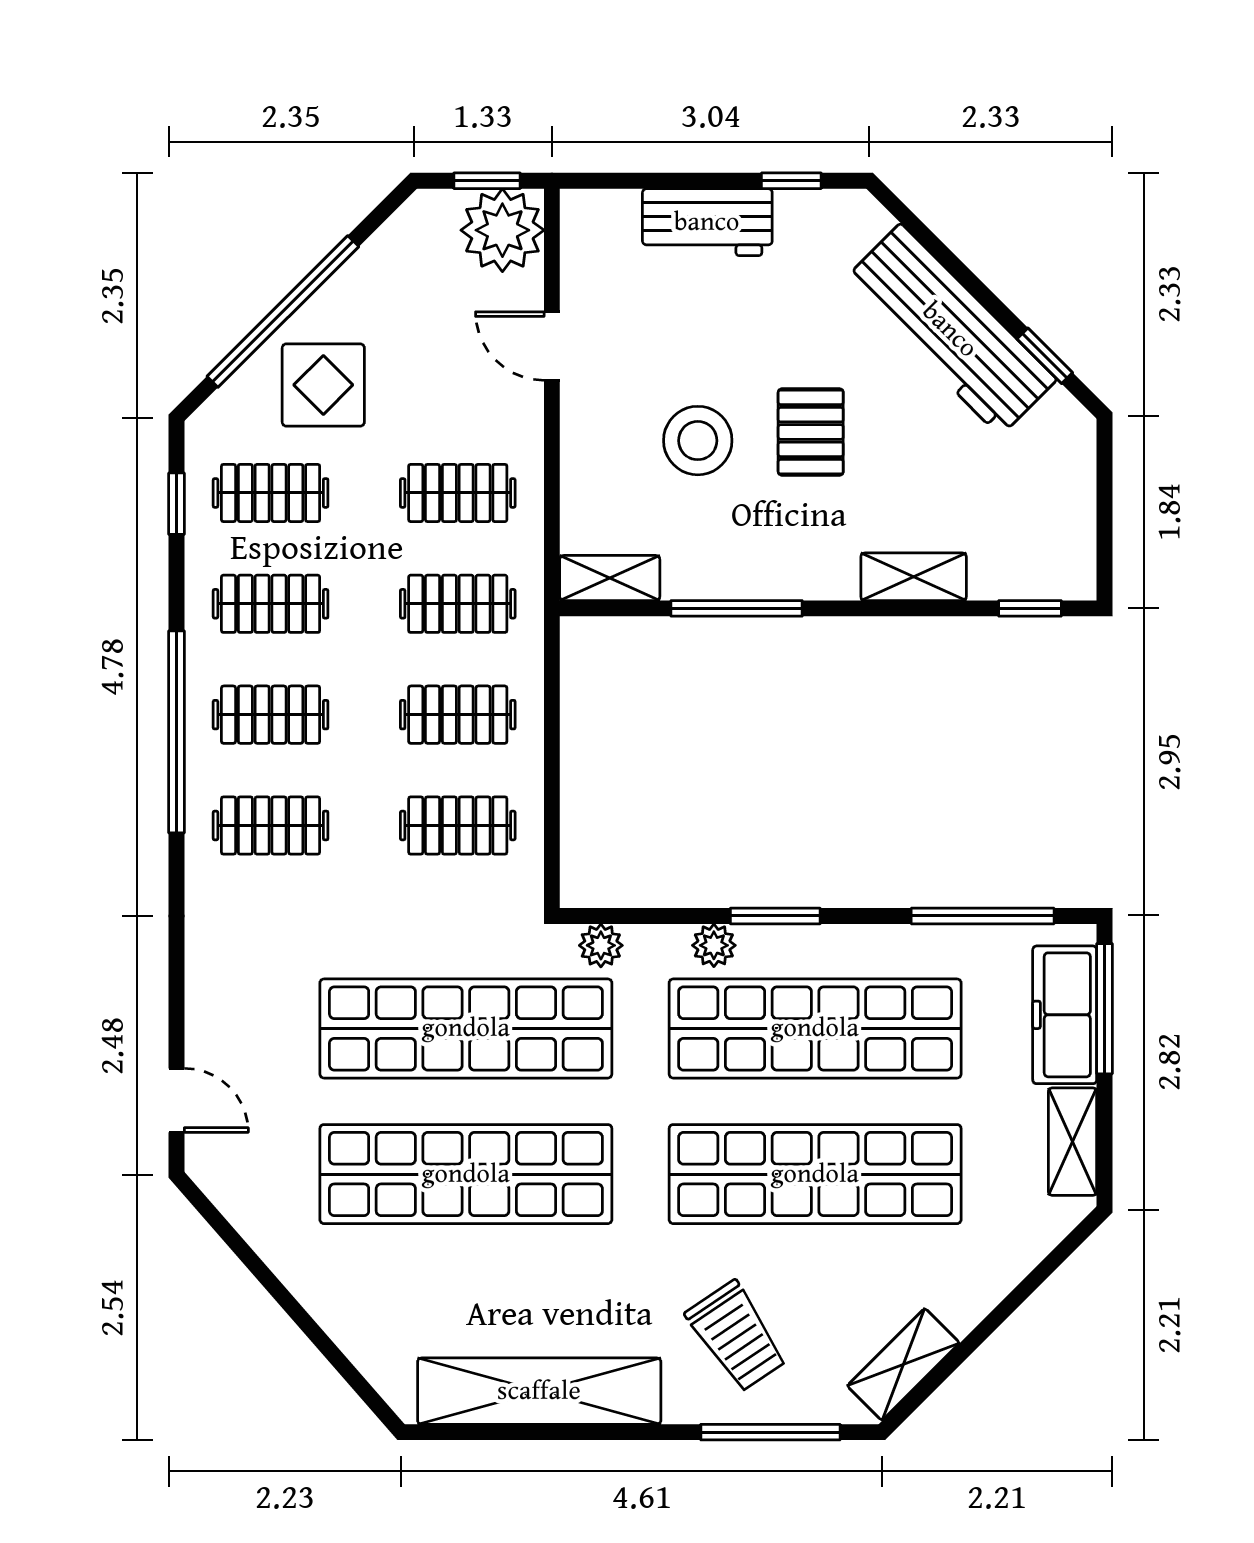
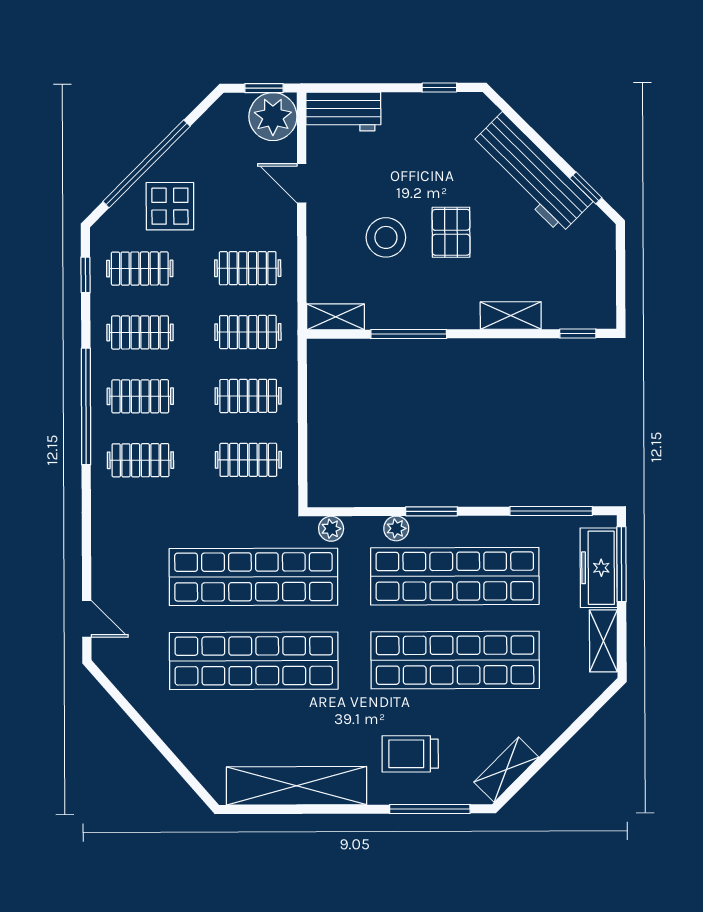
workbench: (707, 222) -> (343, 112), moved
trolley: (737, 1336) -> (410, 754), turned 124

